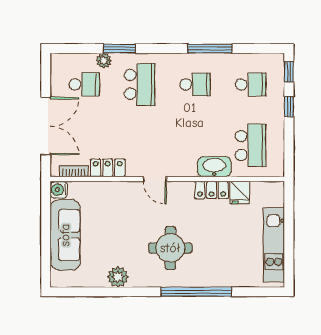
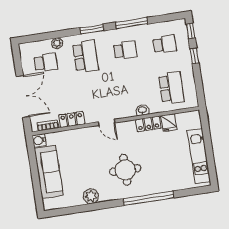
window: (120, 49) -> (92, 29), moved
washbasin: (214, 167) -> (142, 110), width x0.52, depth x0.69

